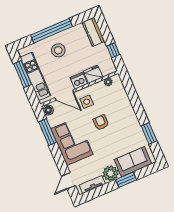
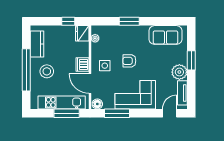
kitchen counter: (93, 32) -> (37, 44), moved, turned -90
window: (23, 74) -> (67, 113), moved
fridge: (93, 74) -> (82, 33), moved
door: (64, 95) -> (90, 84), swing flipped
window: (149, 133) -> (129, 21), moved
sofa: (133, 162) -> (165, 35), moved, turned -90
door: (69, 181) -> (170, 113), swing flipped

